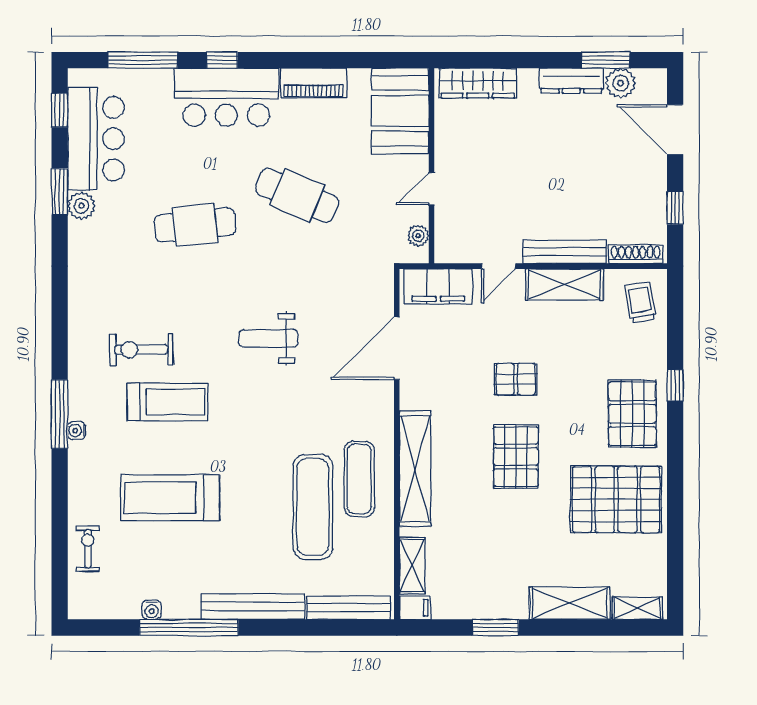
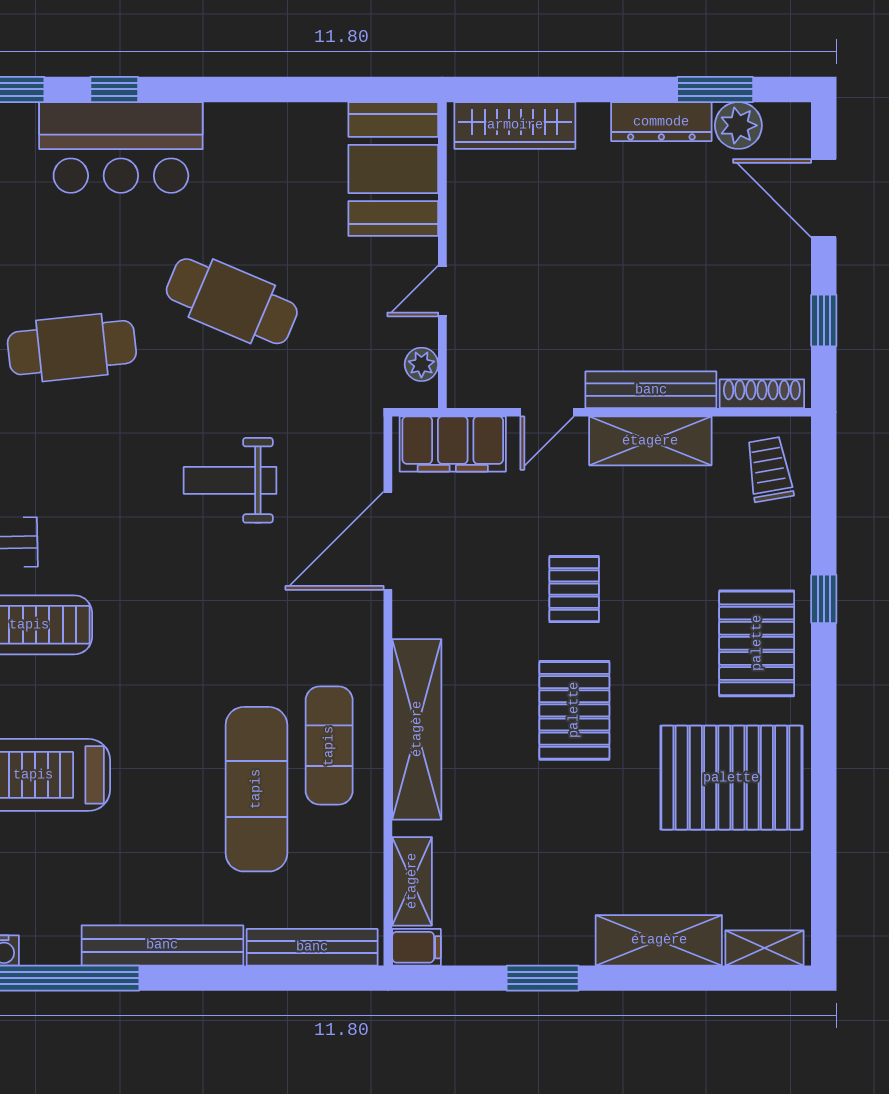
piano: (314, 83) -> (258, 125), removed
weight bench: (269, 338) -> (230, 480), moved
pallet: (516, 379) -> (574, 589), turned 90

